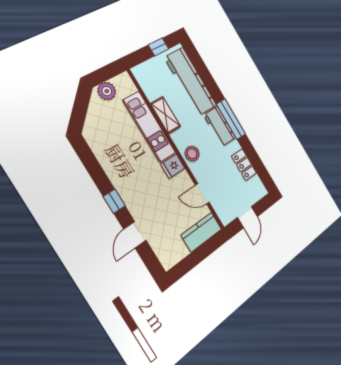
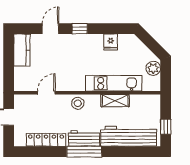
locker: (244, 165) -> (46, 140), width x1.53
fridge: (173, 166) -> (111, 42), moved, turned 180
kitchen counter: (201, 232) -> (22, 50), moved
door: (135, 235) -> (50, 29), hinge flipped

